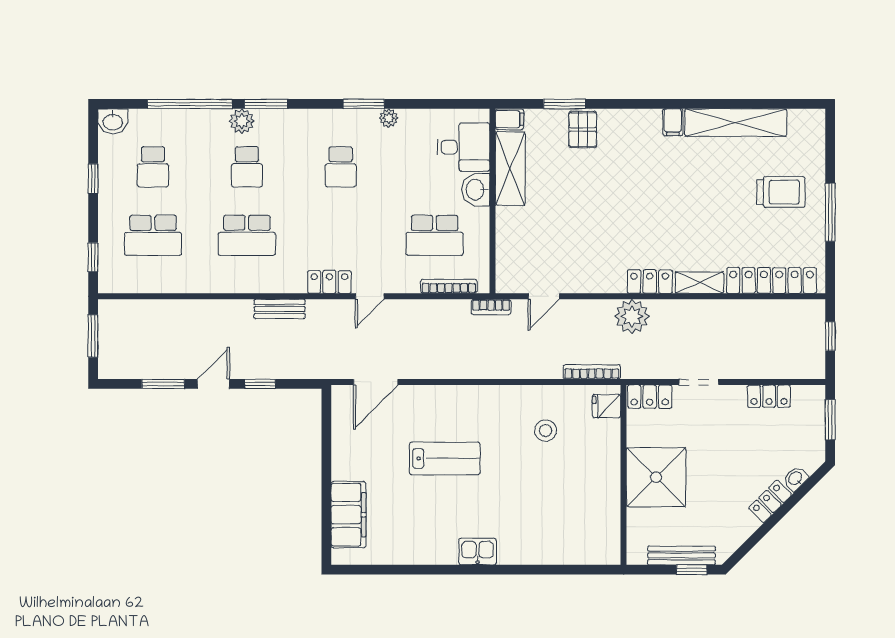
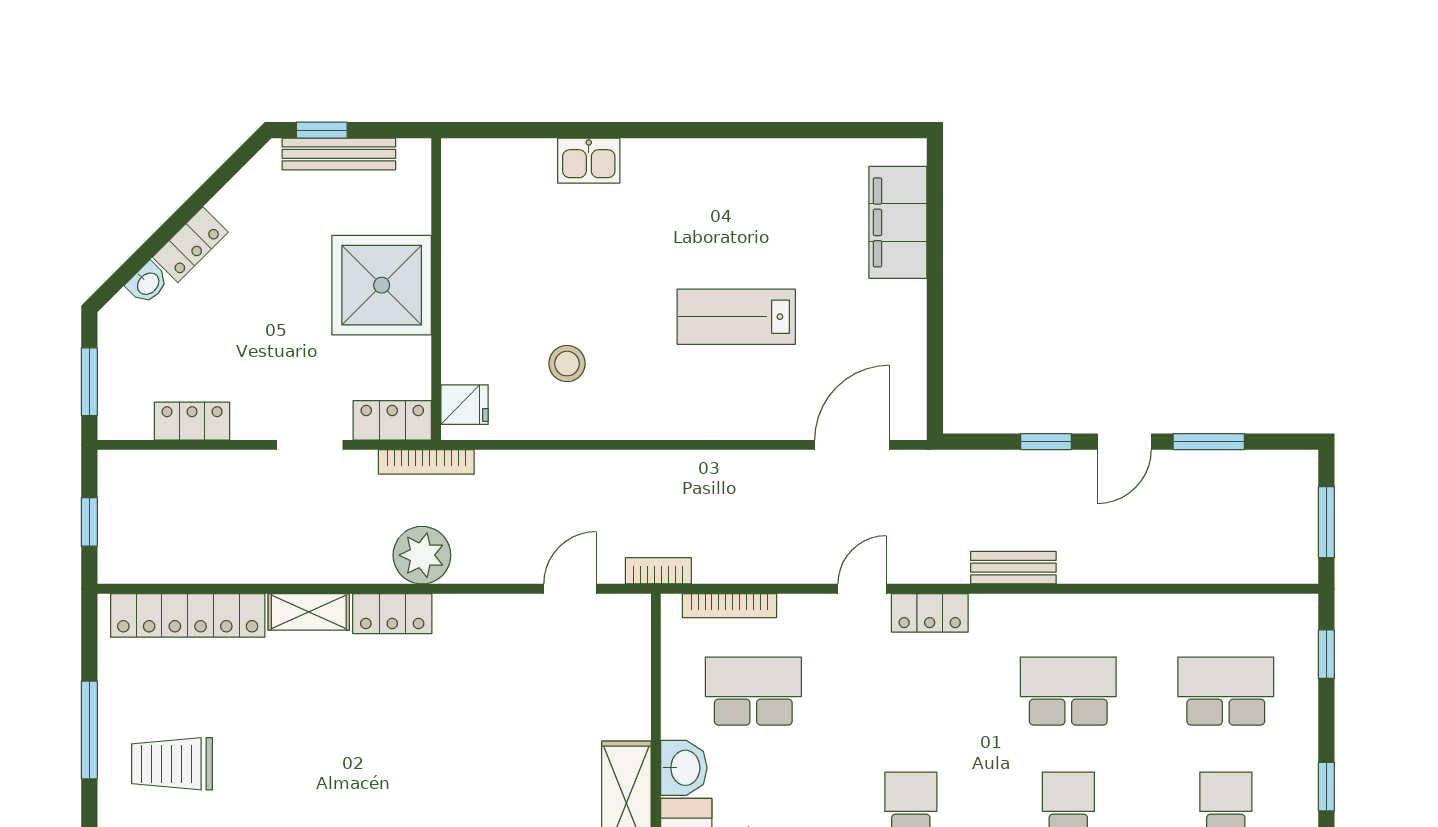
bookcase: (592, 372) -> (426, 462), moved
kitchen sink: (478, 551) -> (589, 161), moved

